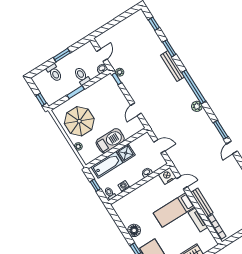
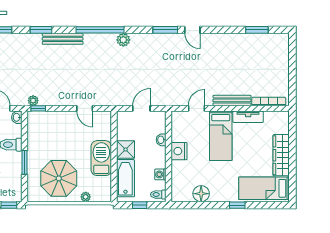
nightstand: (167, 176) -> (179, 151), moved
floor lamp: (134, 230) -> (201, 194), moved

